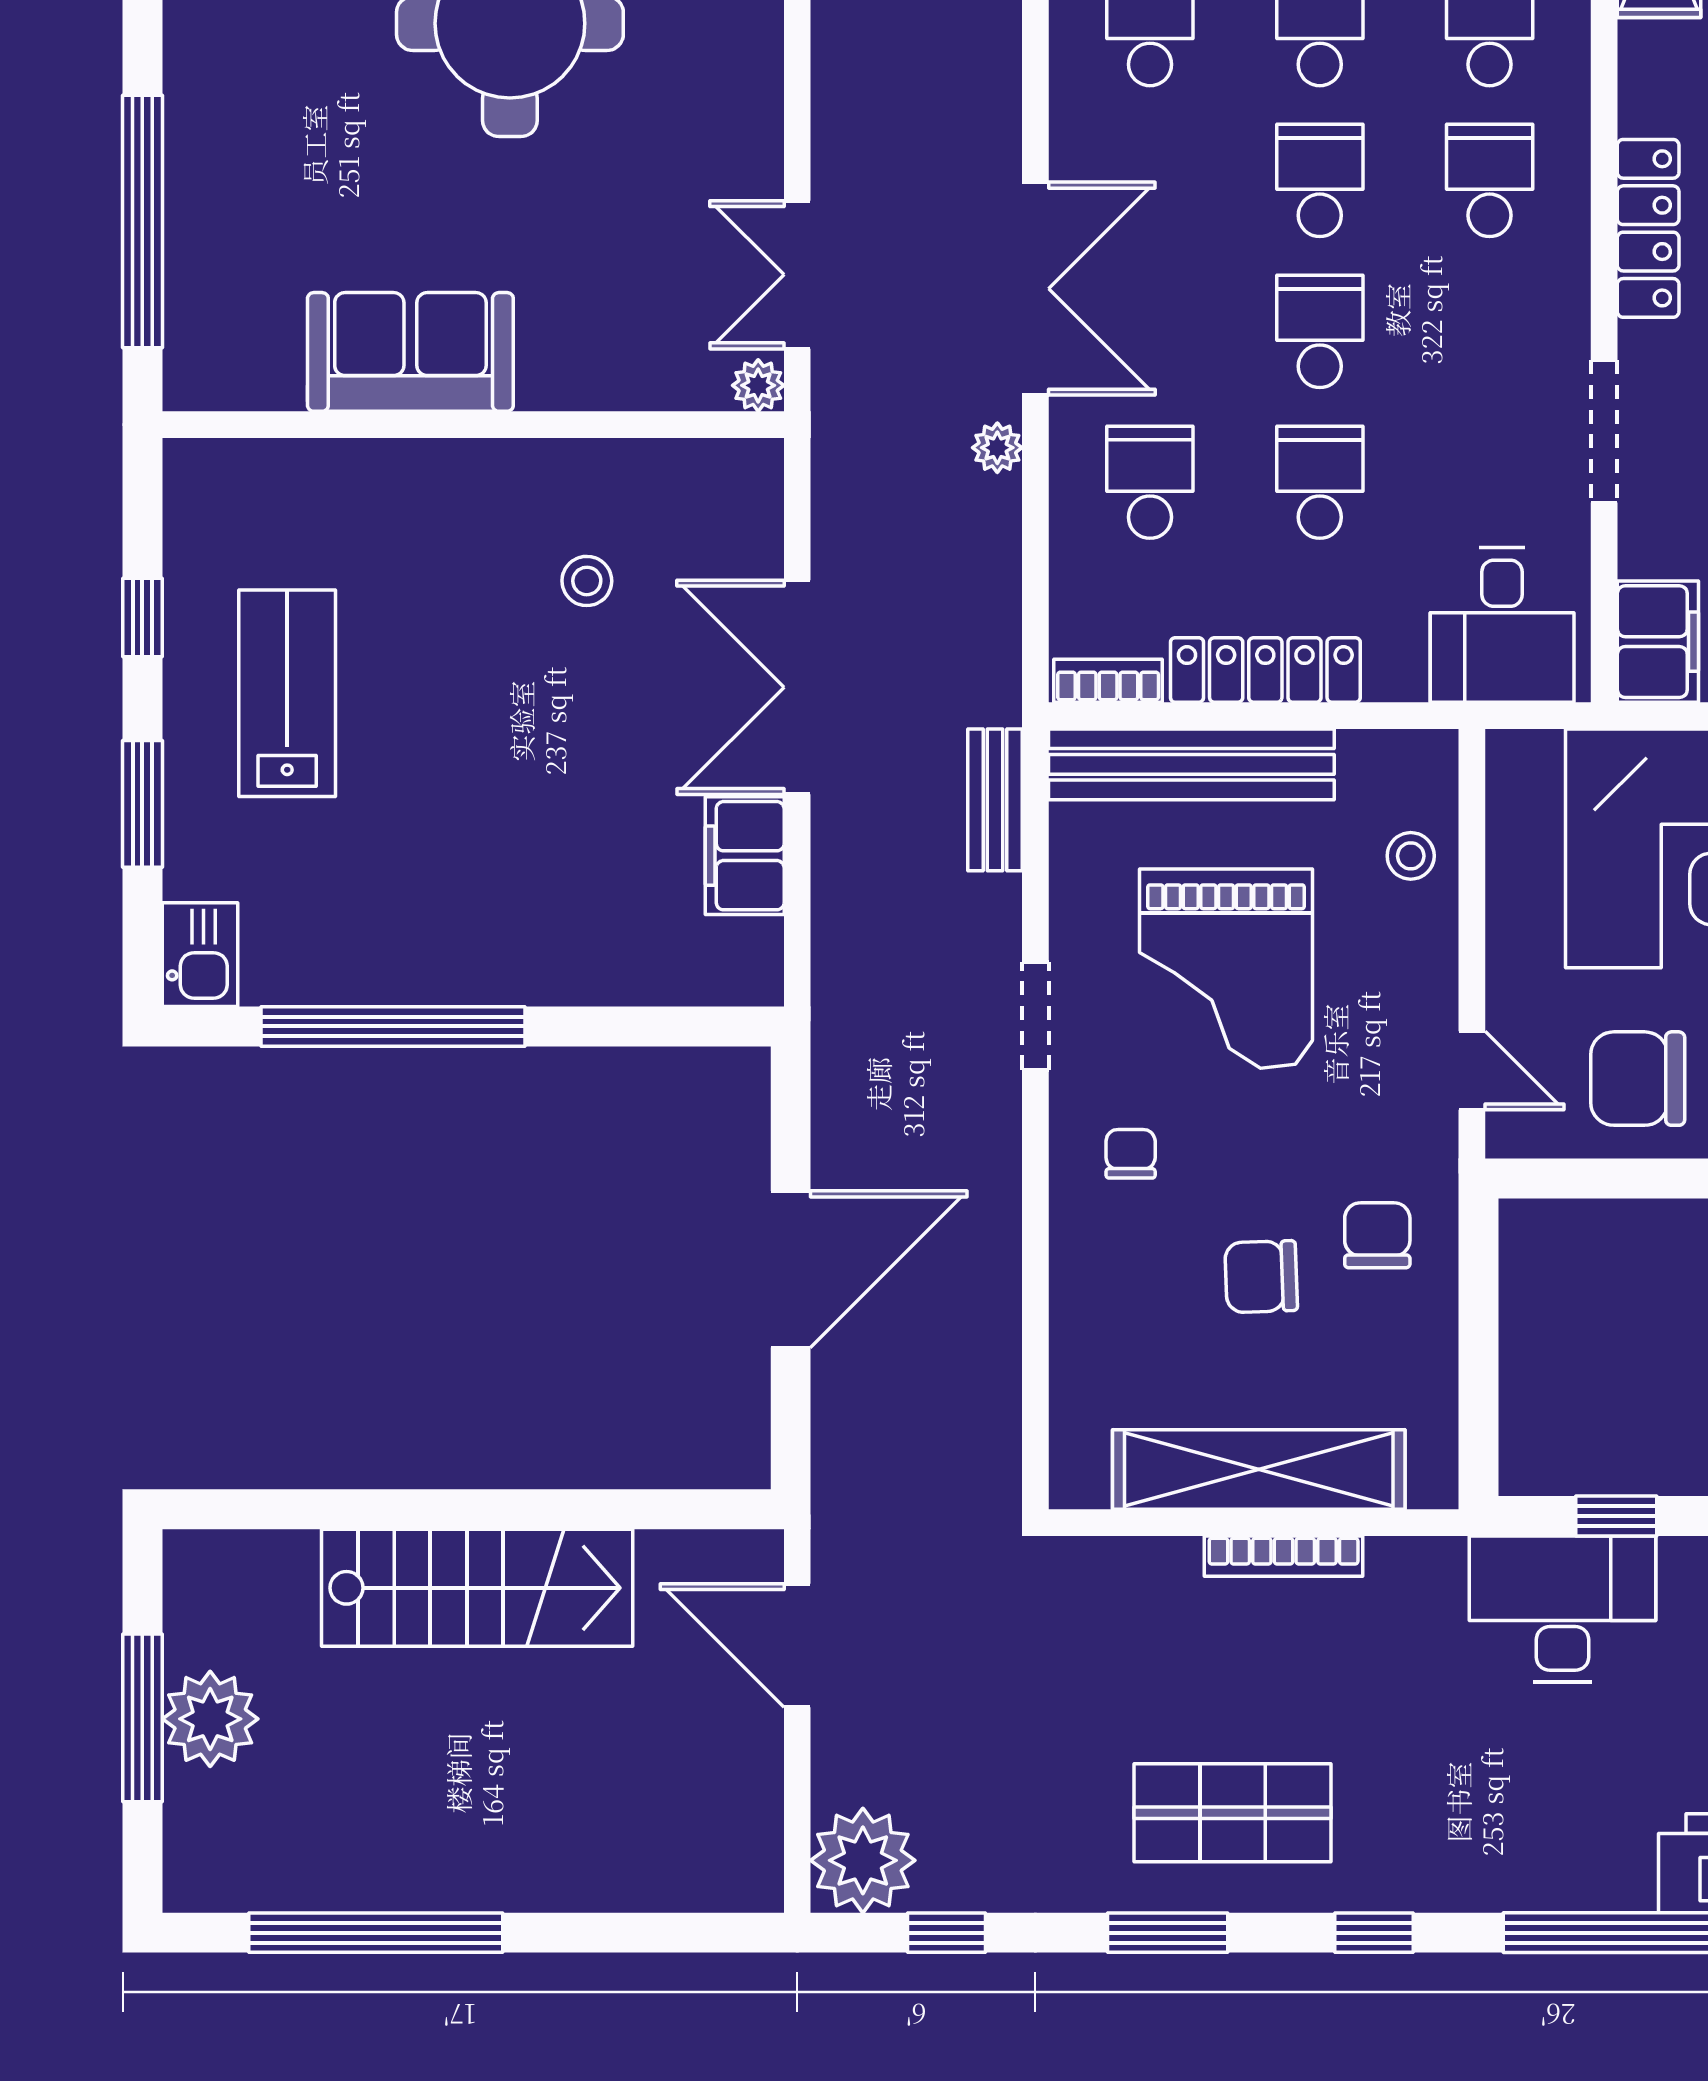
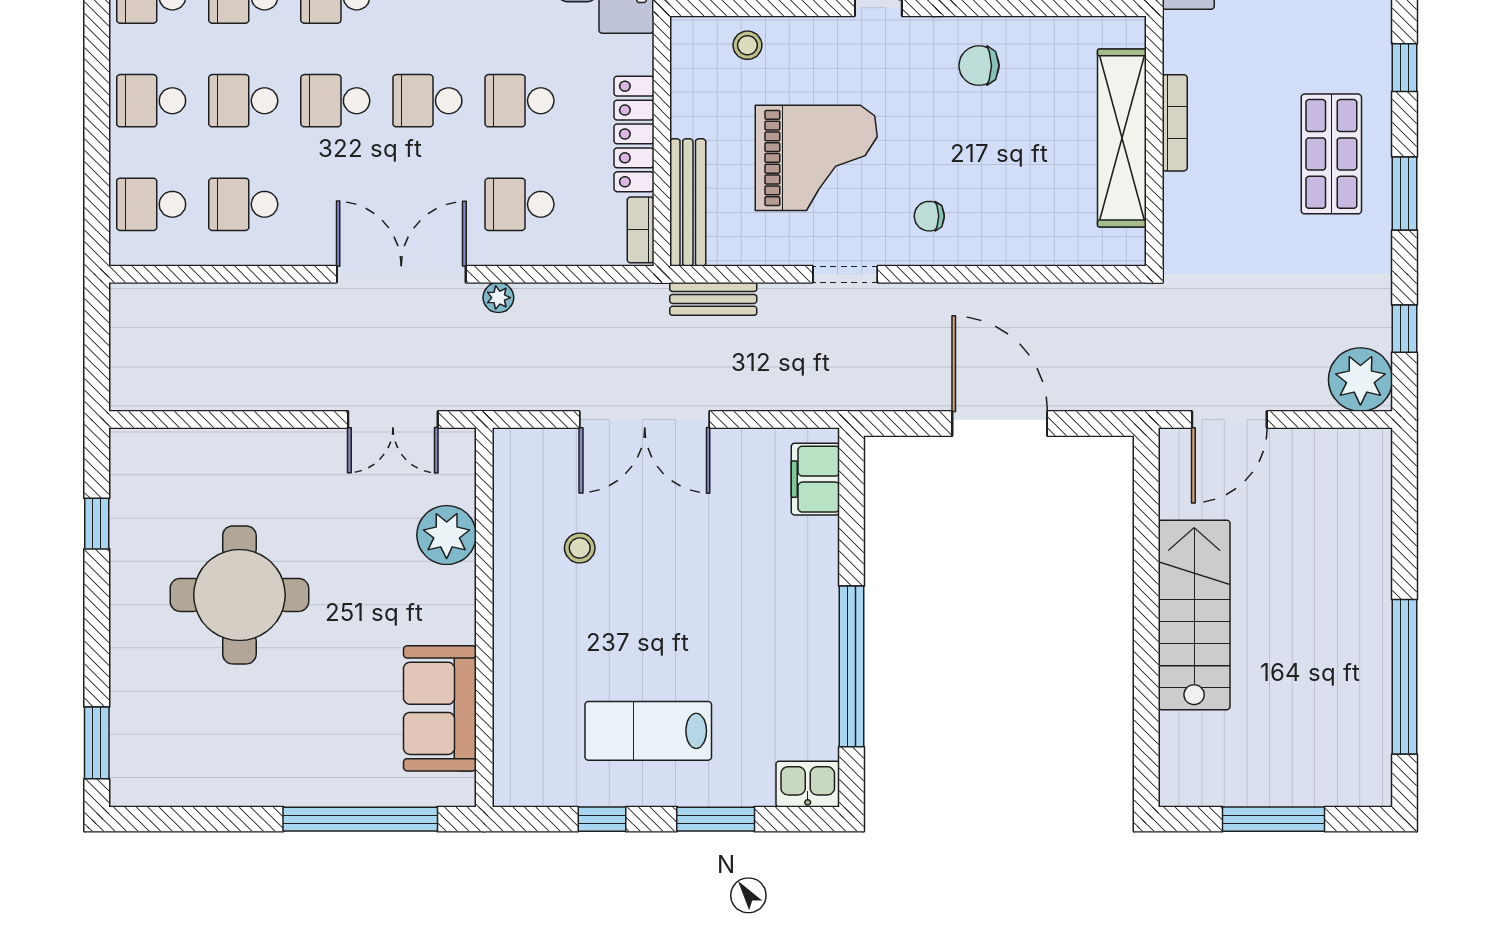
sofa: (410, 352) -> (440, 708), moved
plant: (758, 385) -> (447, 535), moved, width x1.87, depth x1.87
bench: (1191, 764) -> (688, 202), width x0.73, depth x0.82
filing cabinet: (745, 856) -> (815, 479), moved, turned 90
chair: (1261, 1277) -> (1004, 137), removed
plant: (210, 1719) -> (1274, 778), removed

